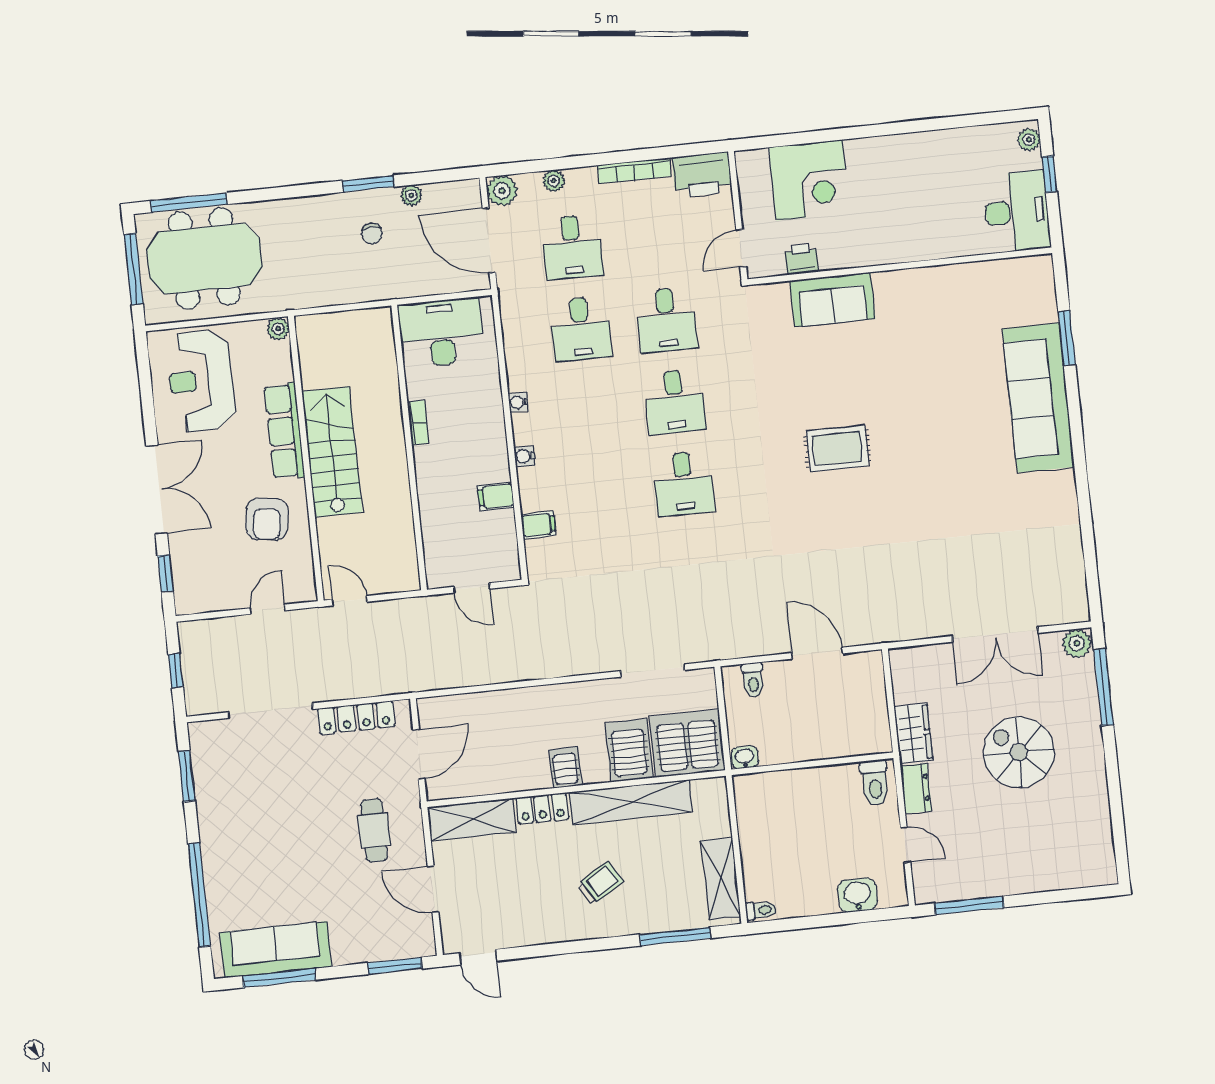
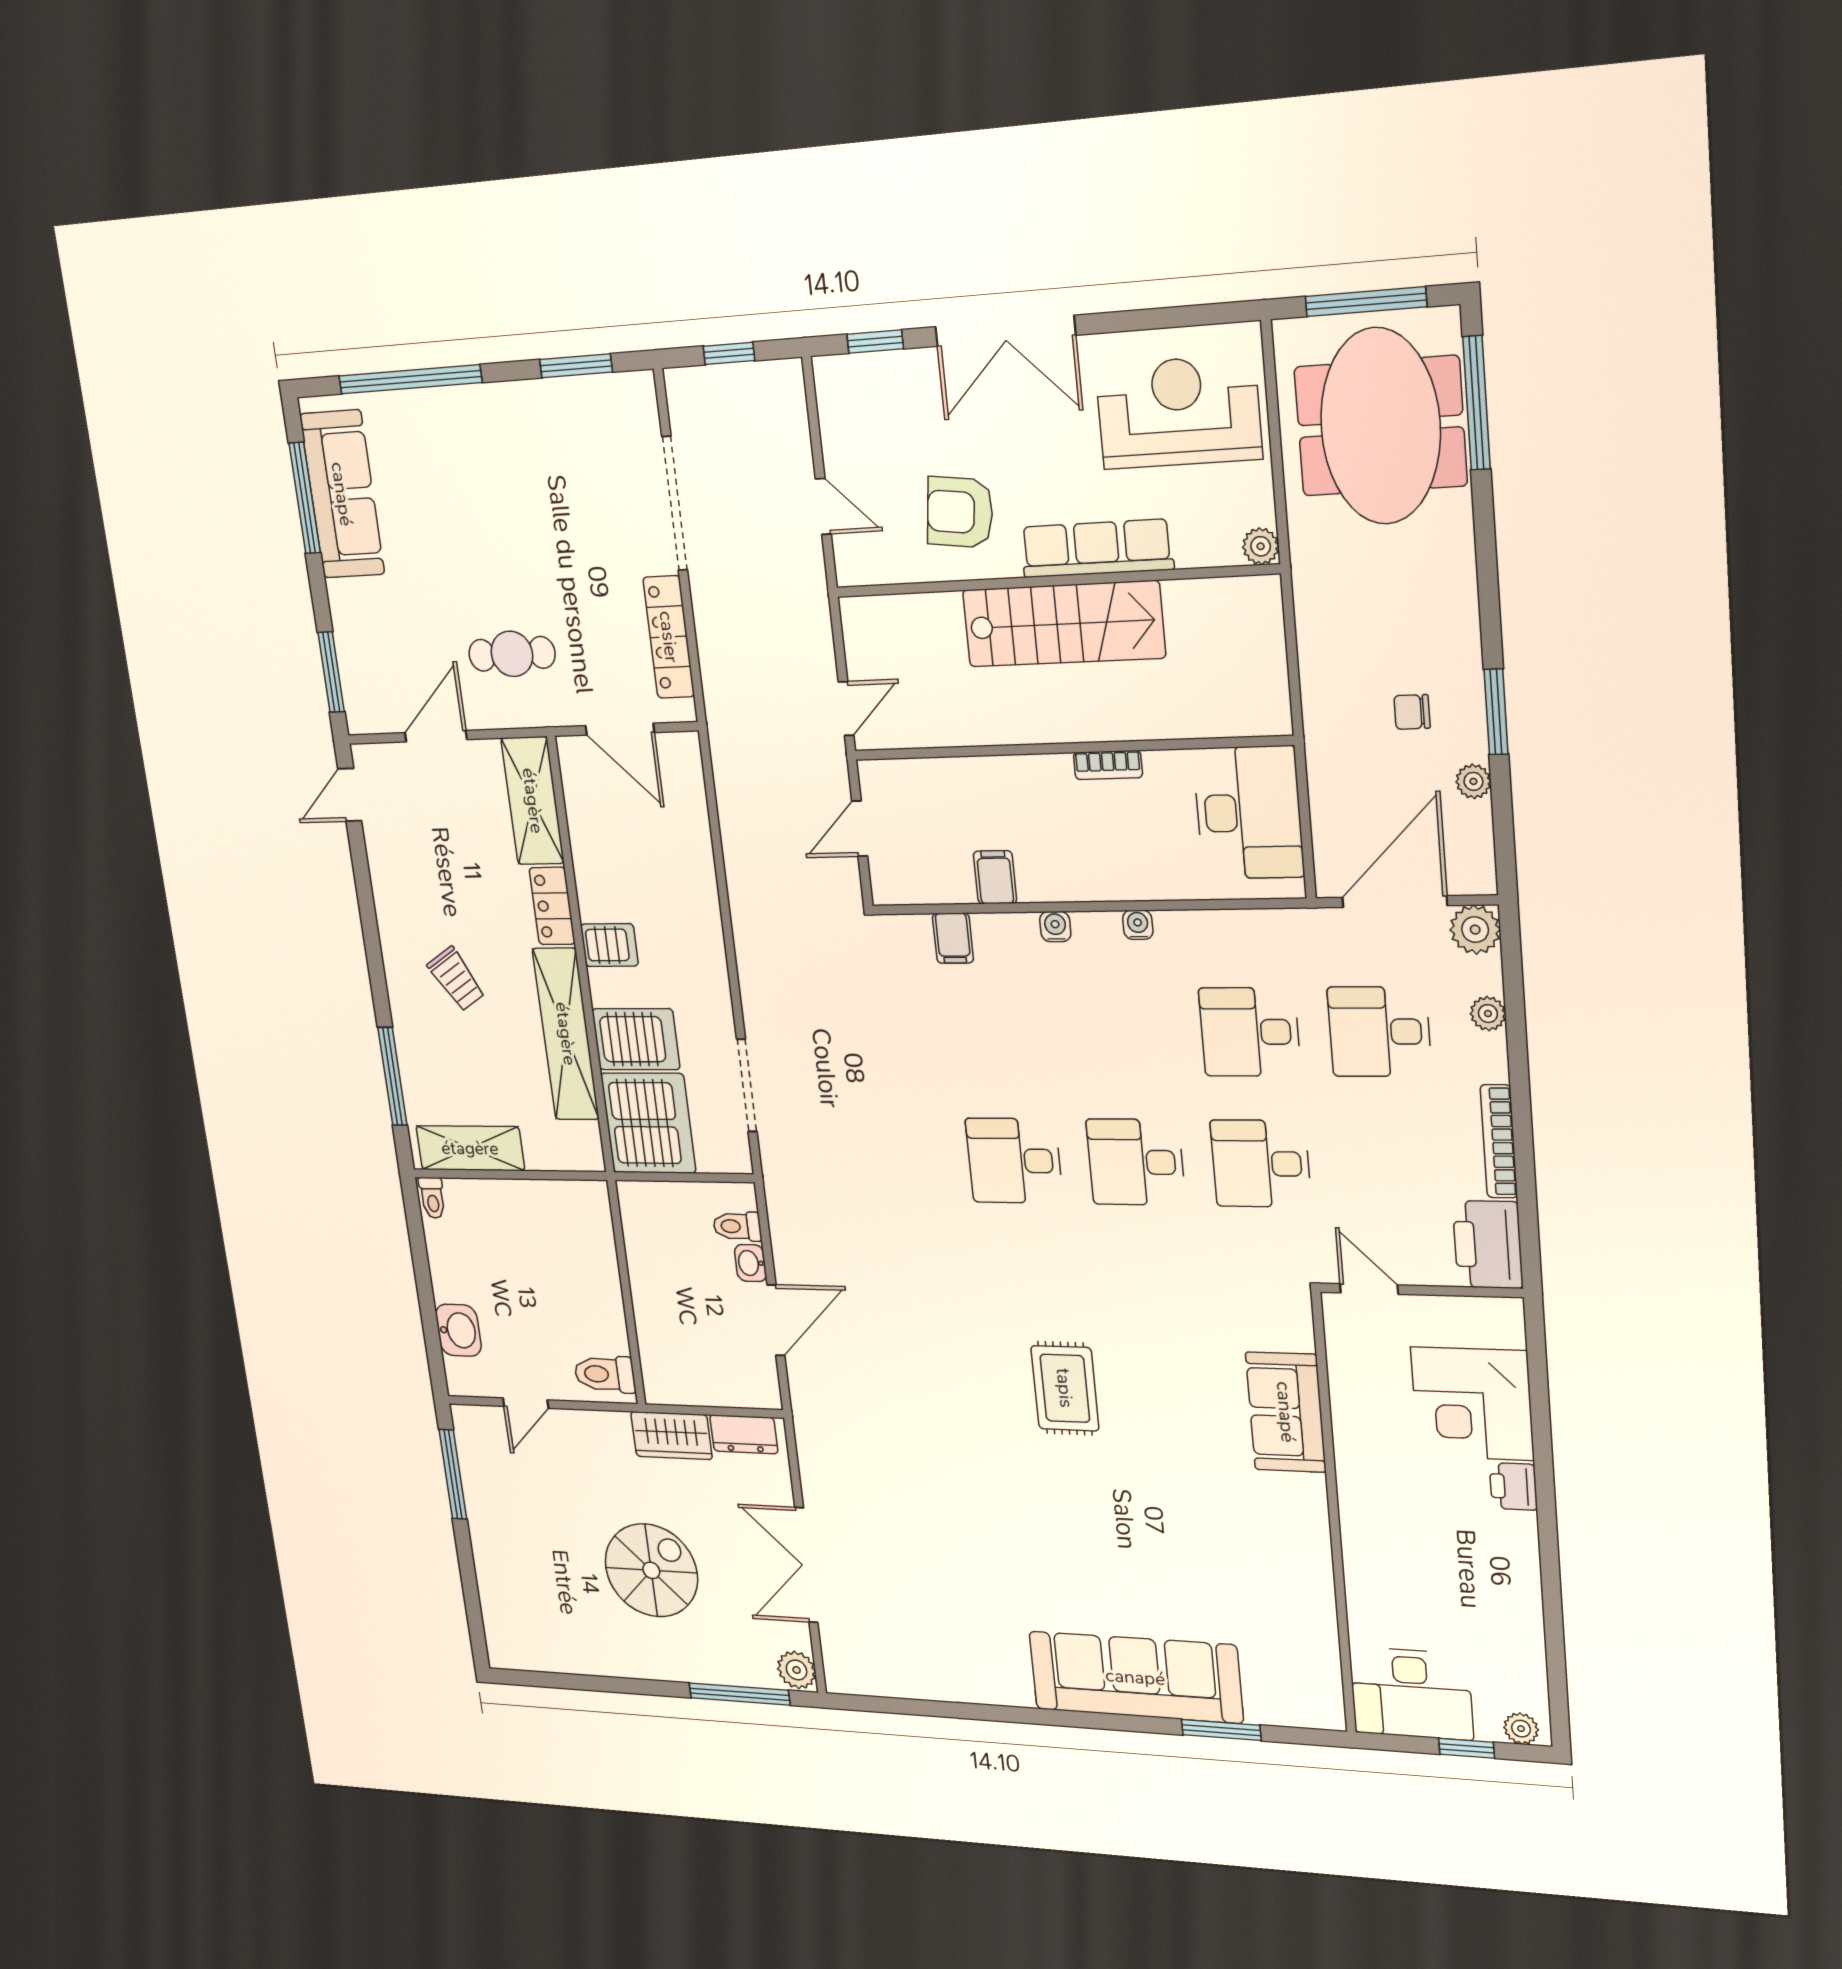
printer: (801, 259) -> (1513, 1486), moved, turned 180
door: (350, 601) -> (846, 709), moved
washbasin: (745, 757) -> (750, 1263), moved, turned 180
dresser: (916, 788) -> (744, 1434), moved

